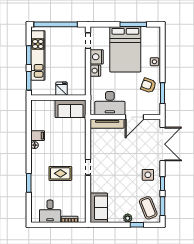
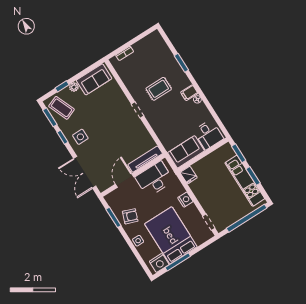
nightstand: (97, 57) -> (159, 263), moved, turned 90
fridge: (61, 89) -> (189, 175), moved
filing cabinet: (38, 136) -> (189, 93), moved
sofa: (99, 208) -> (94, 79), moved, turned -90
desk: (50, 211) -> (208, 135), moved, turned 180

